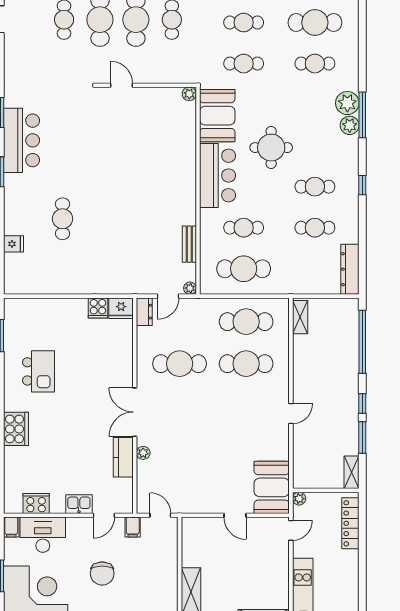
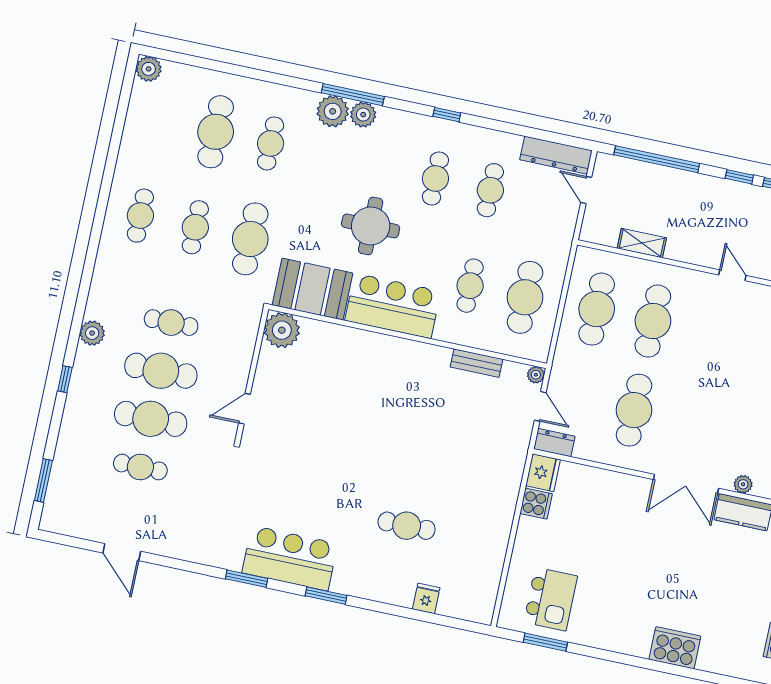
cafe table: (244, 64) -> (250, 239), width x1.37, depth x1.35
plant: (189, 94) -> (282, 330), width x1.88, depth x1.88
door: (330, 296) -> (586, 190), added
shelving: (300, 317) -> (642, 243), moved
kitchen island: (39, 371) -> (551, 599), moved, turned 90

